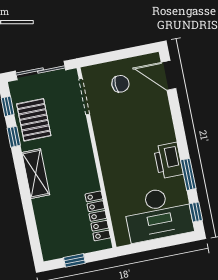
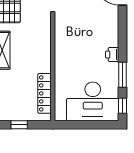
printer: (168, 160) -> (112, 55), width x0.53, depth x0.68

